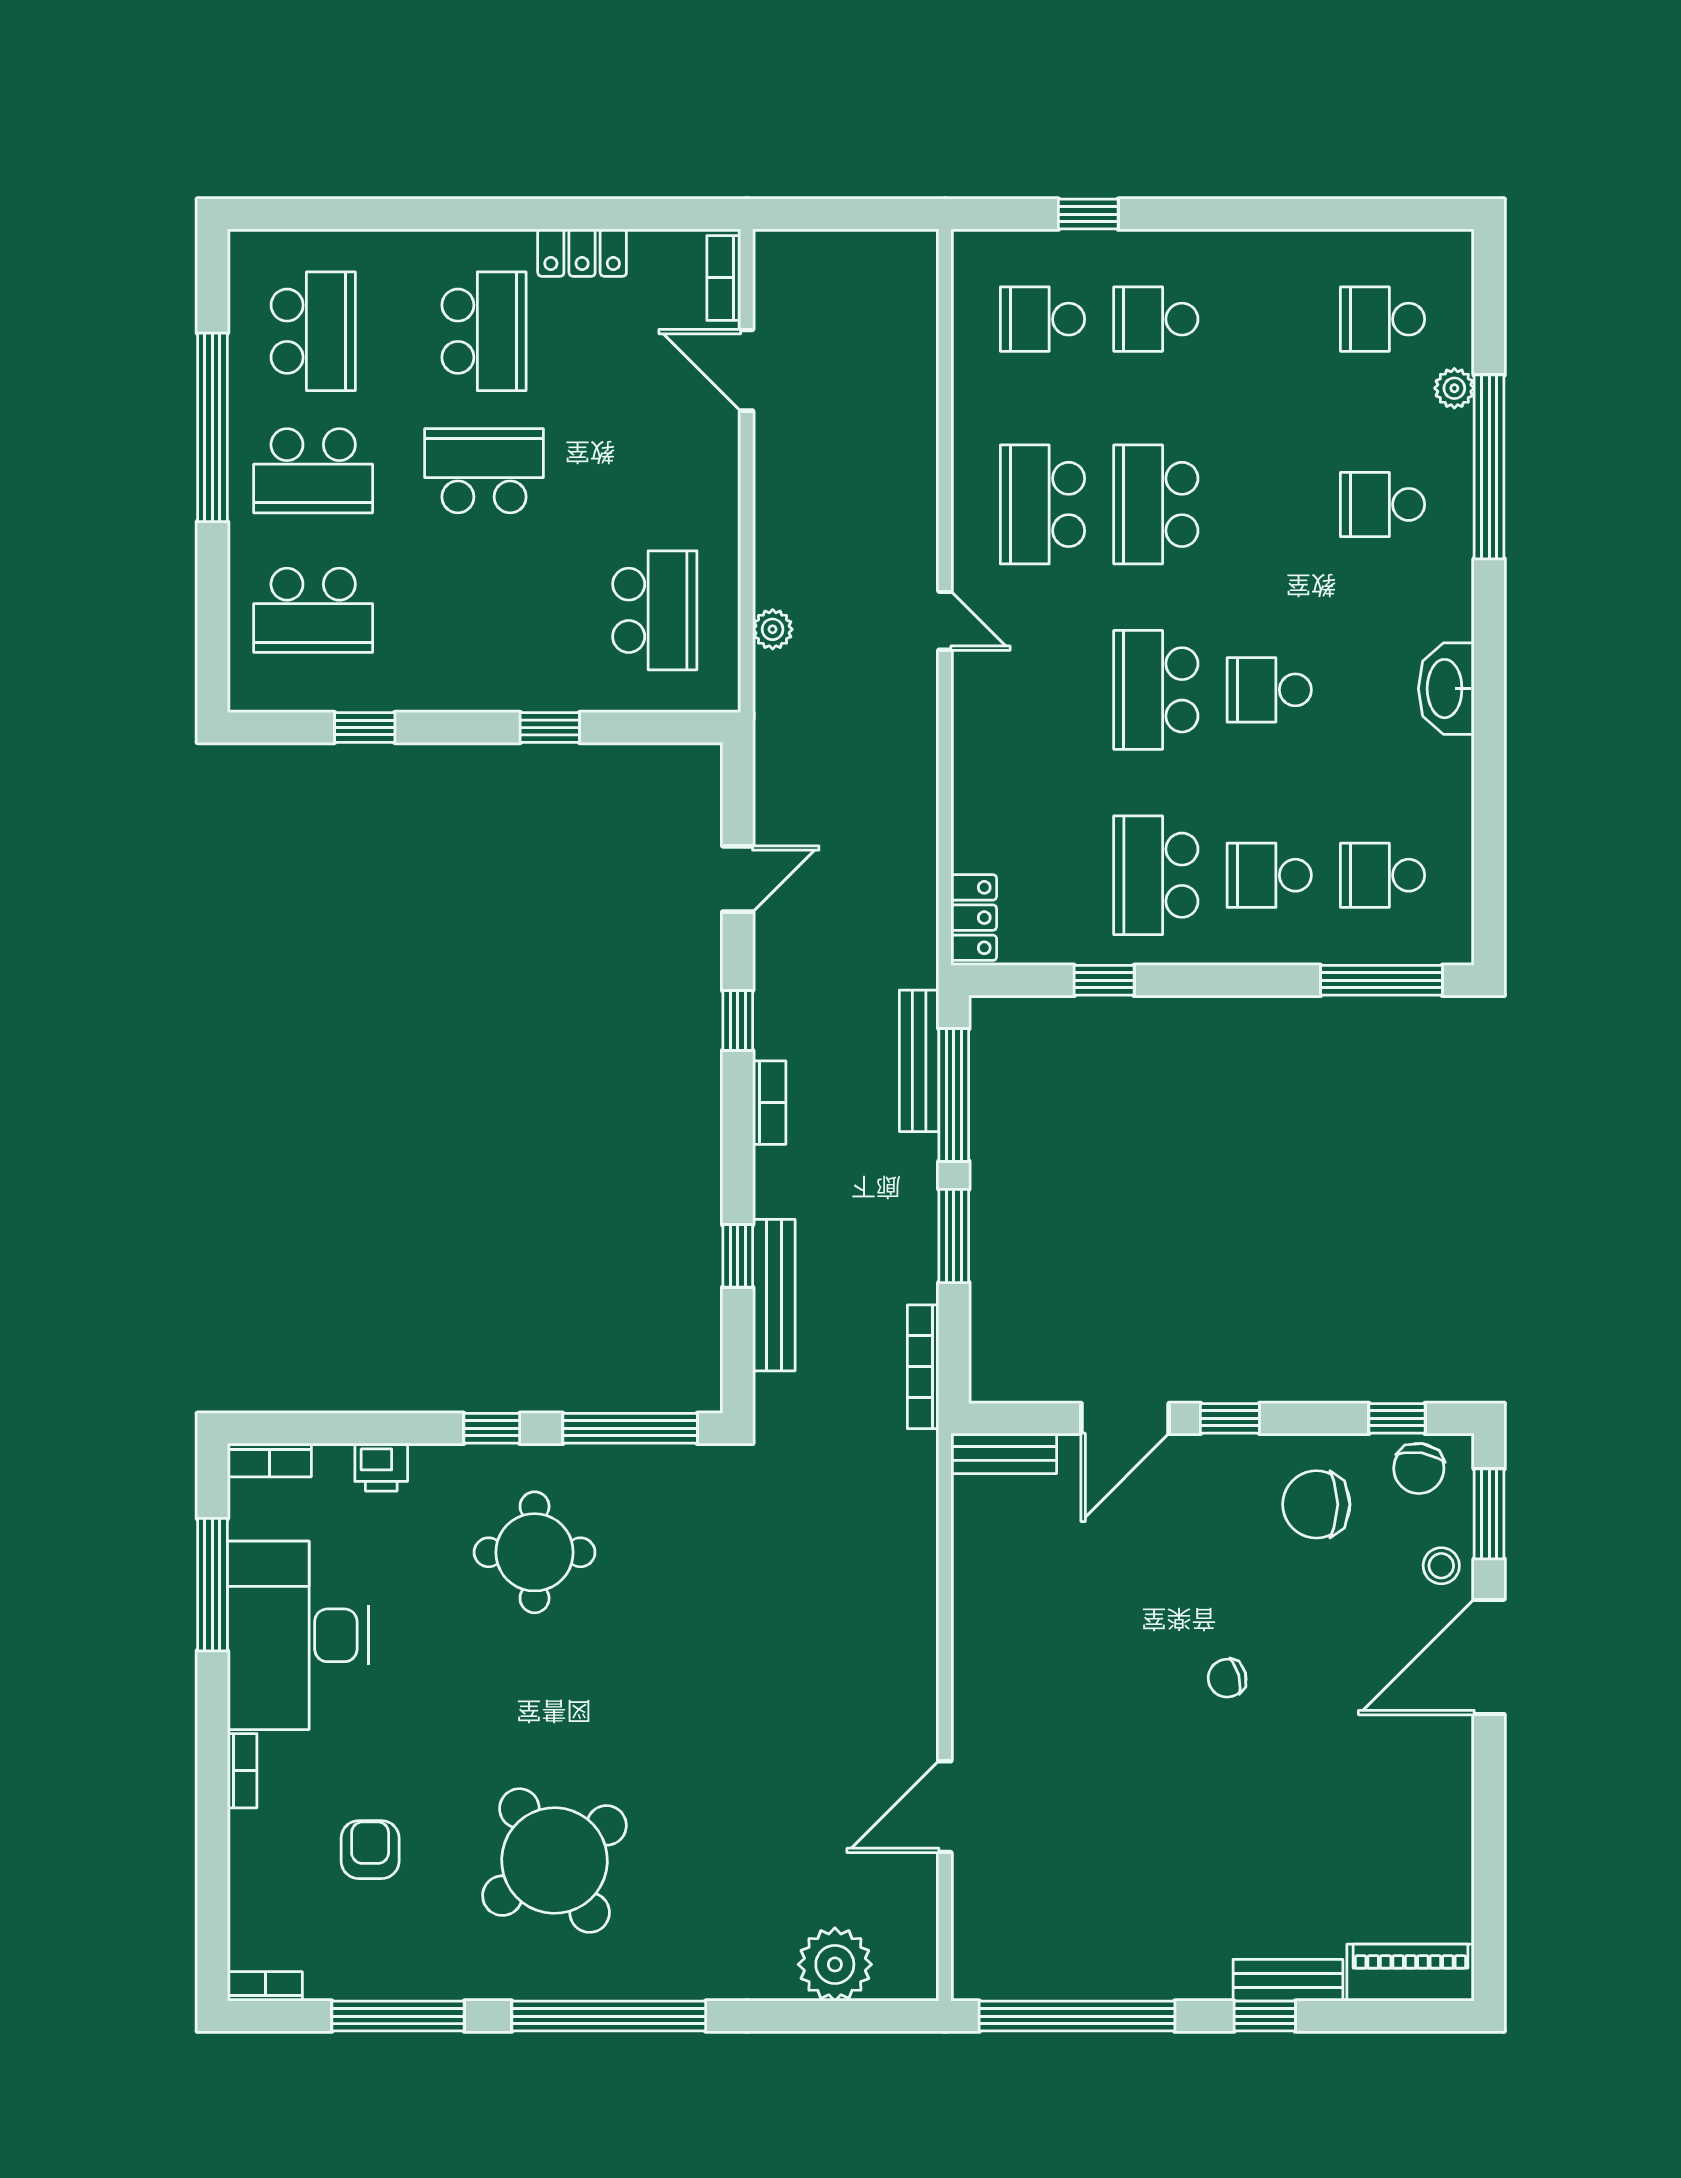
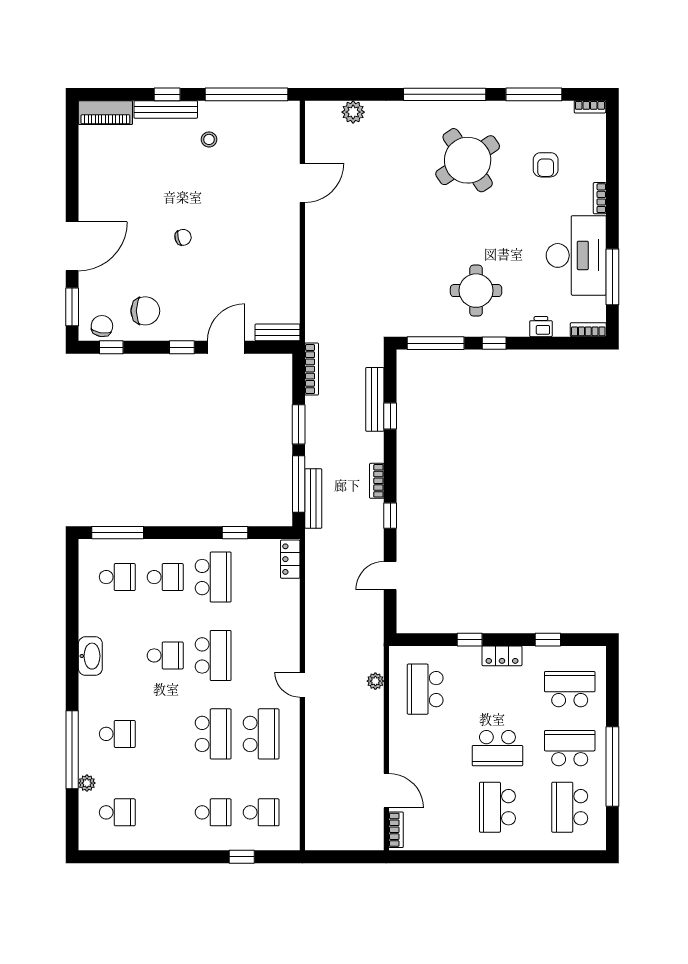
locker: (582, 253) -> (502, 656), moved, turned 180
stool: (1441, 1566) -> (209, 139), moved
plant: (835, 1964) -> (353, 112), width x0.73, depth x0.73
bench: (1288, 1980) -> (166, 110), width x1.36

